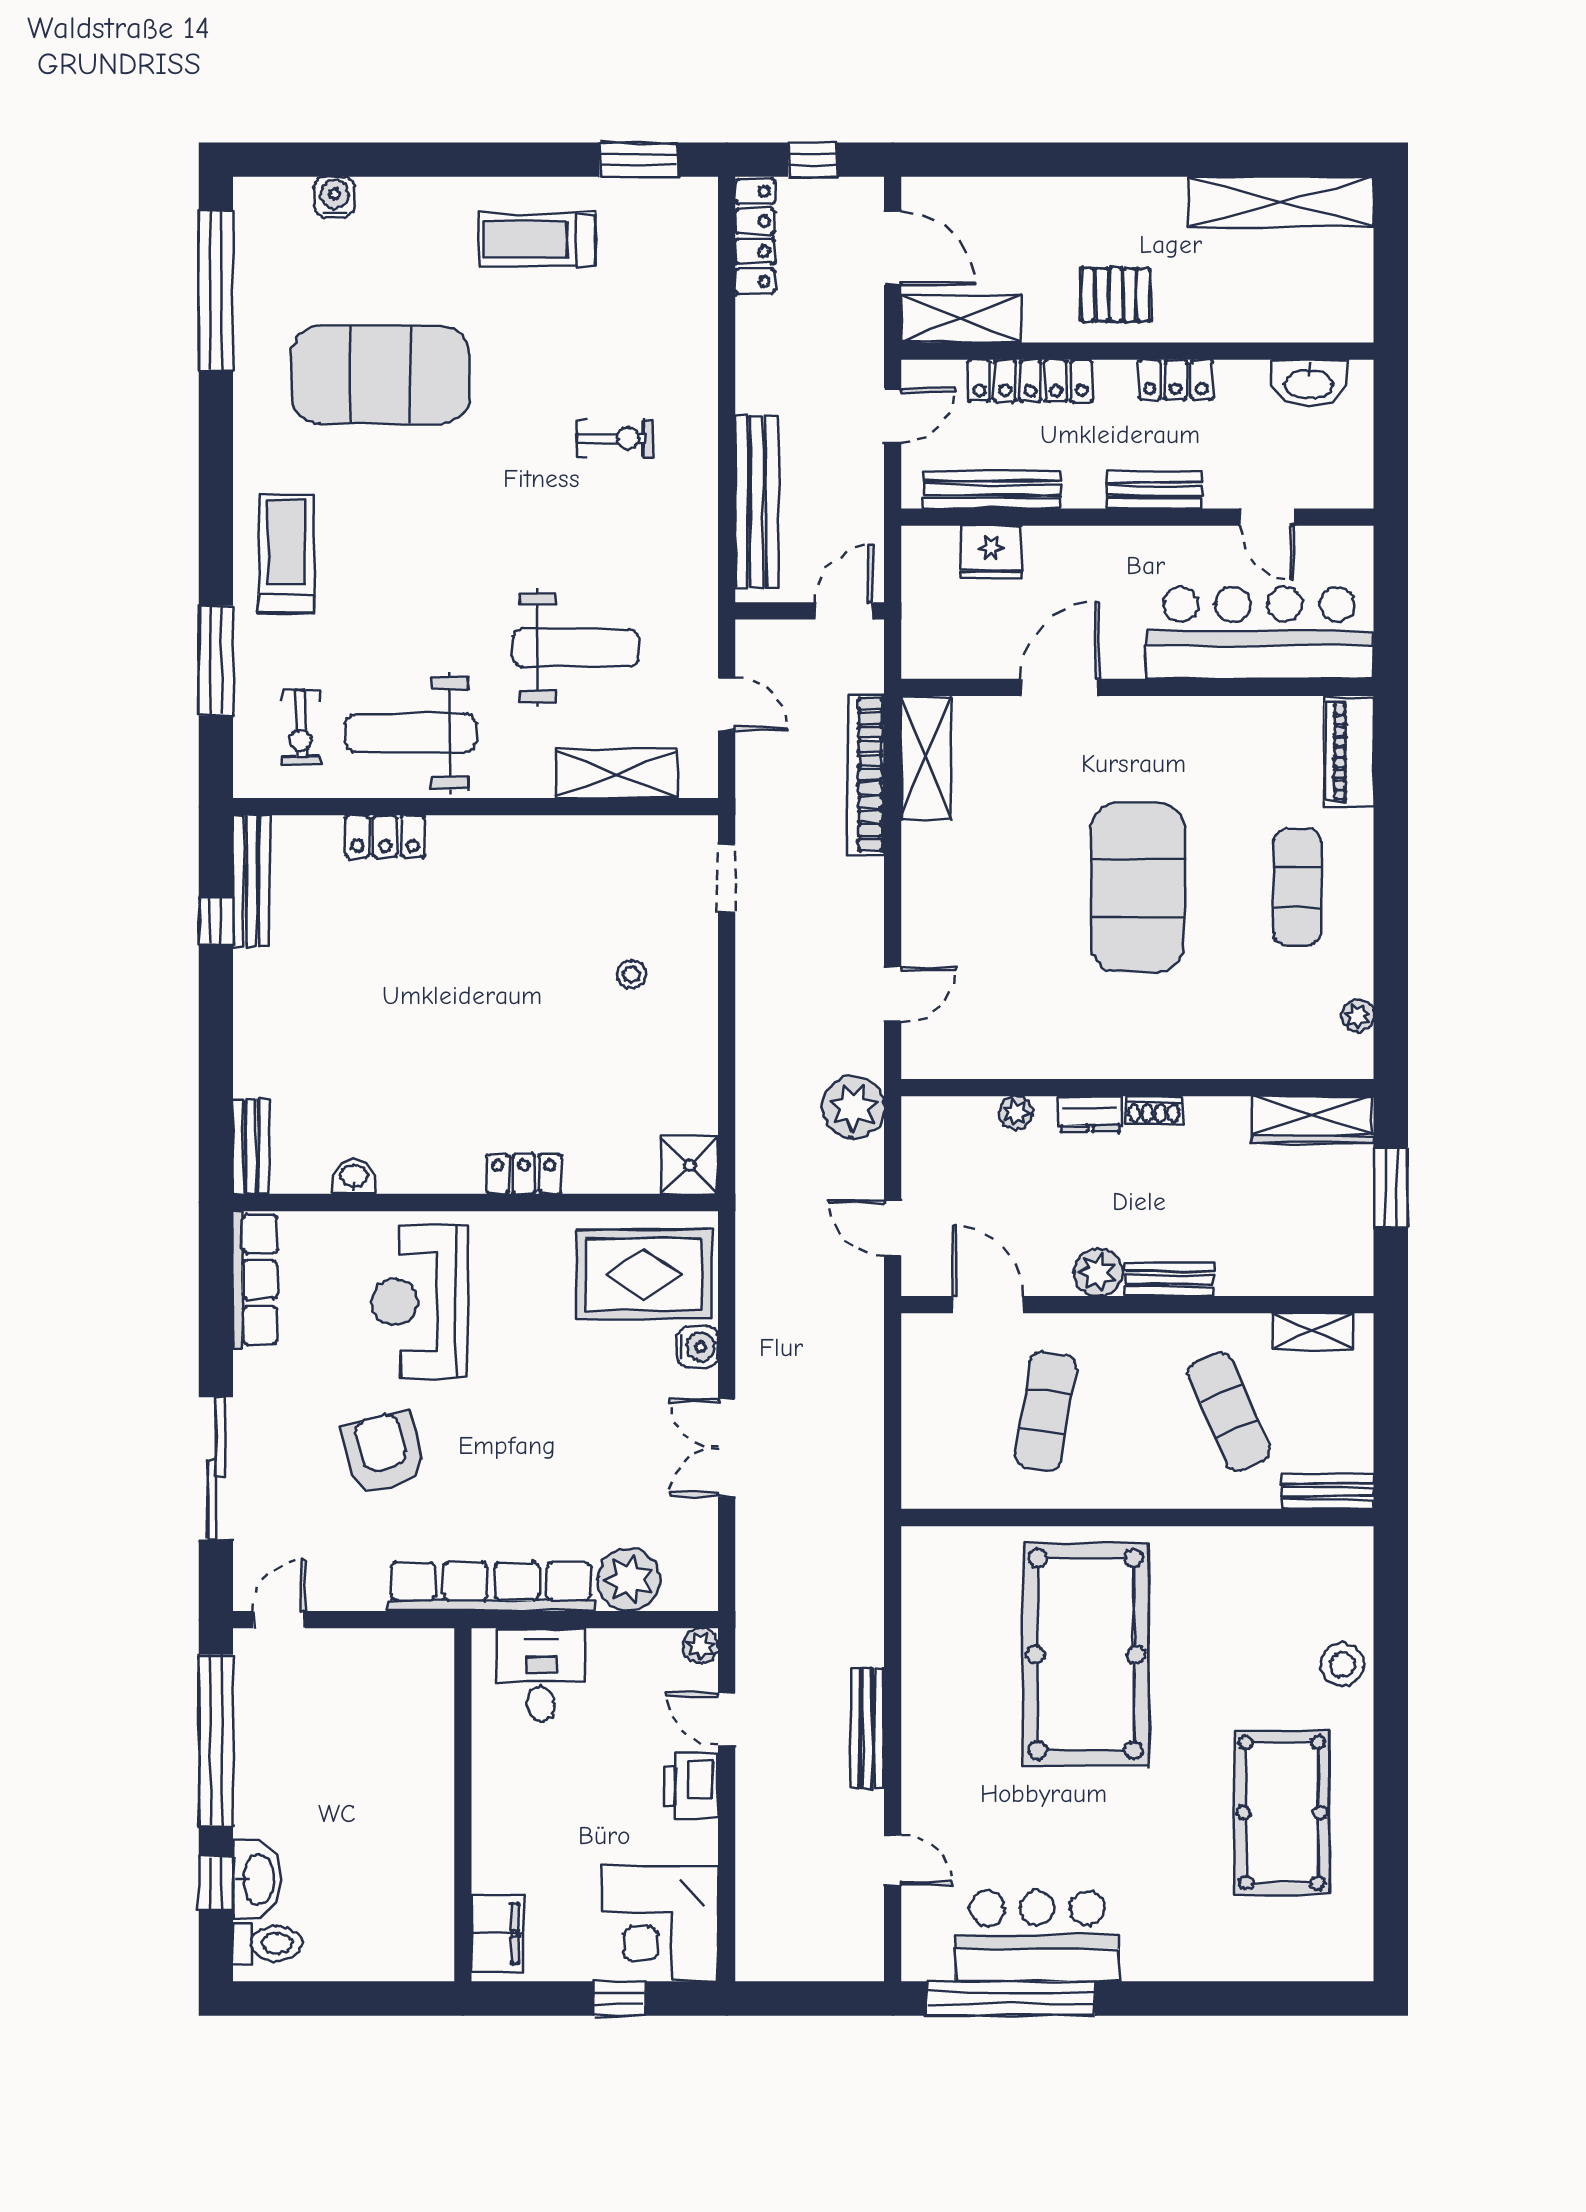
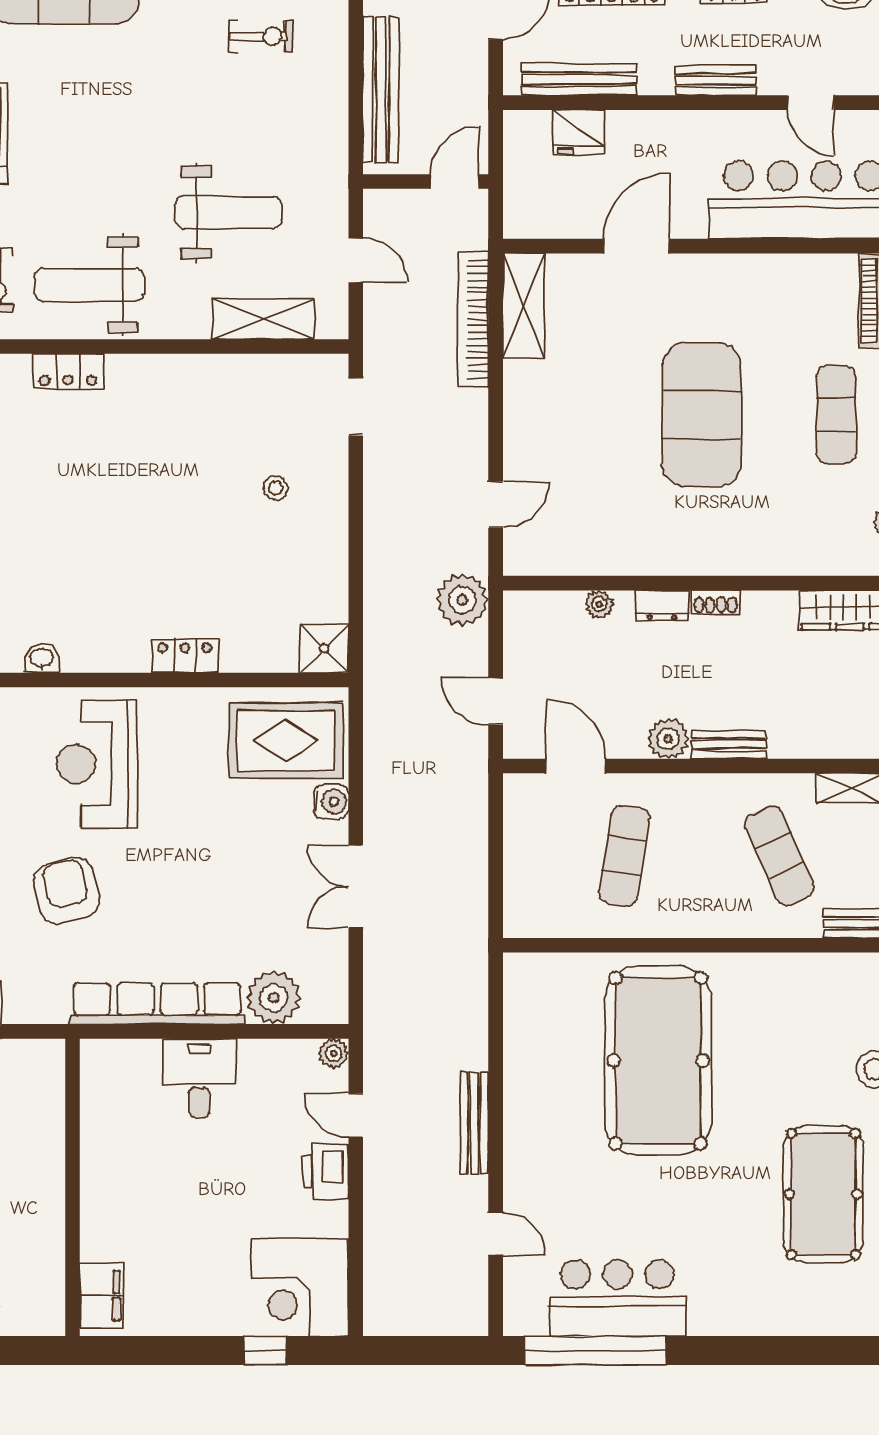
wall: (463, 1805) -> (72, 1187), moved
filing cabinet: (497, 1933) -> (101, 1296), moved

